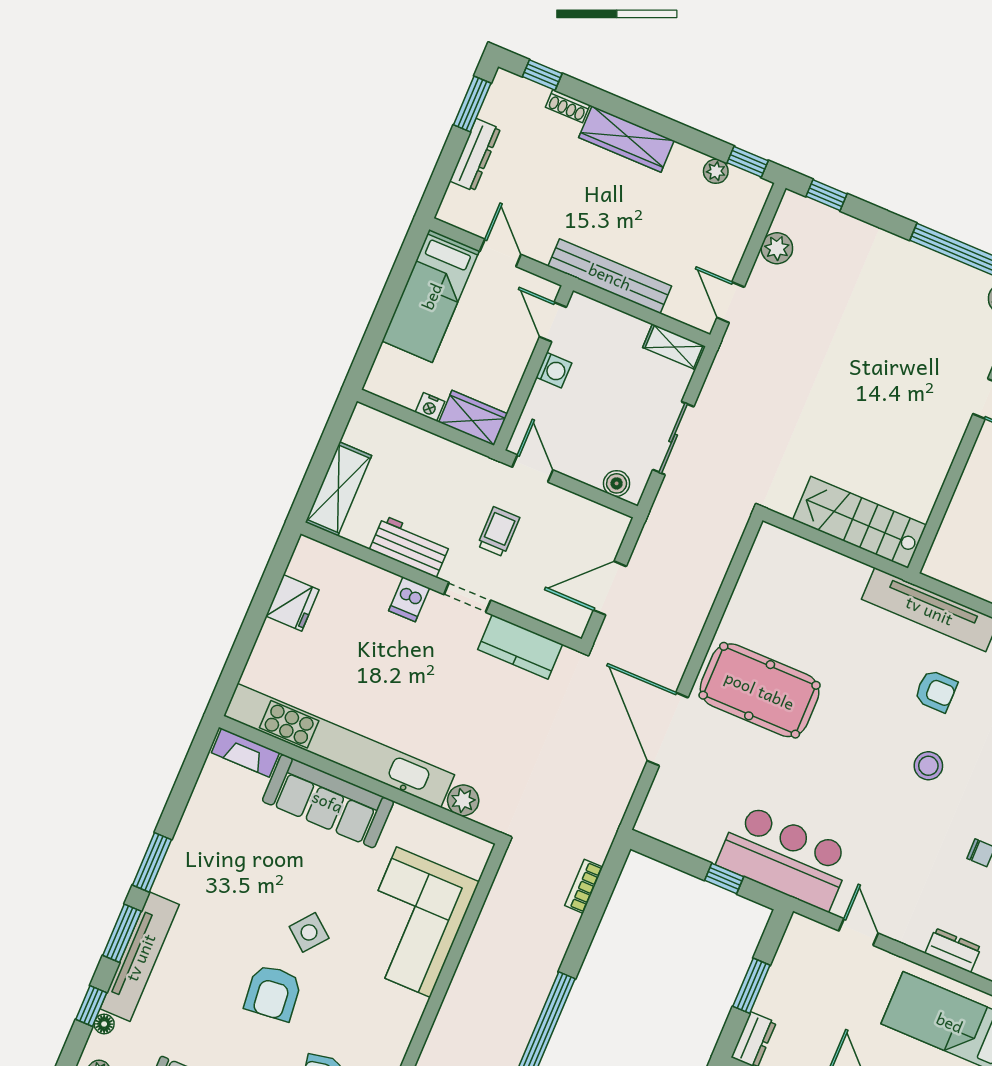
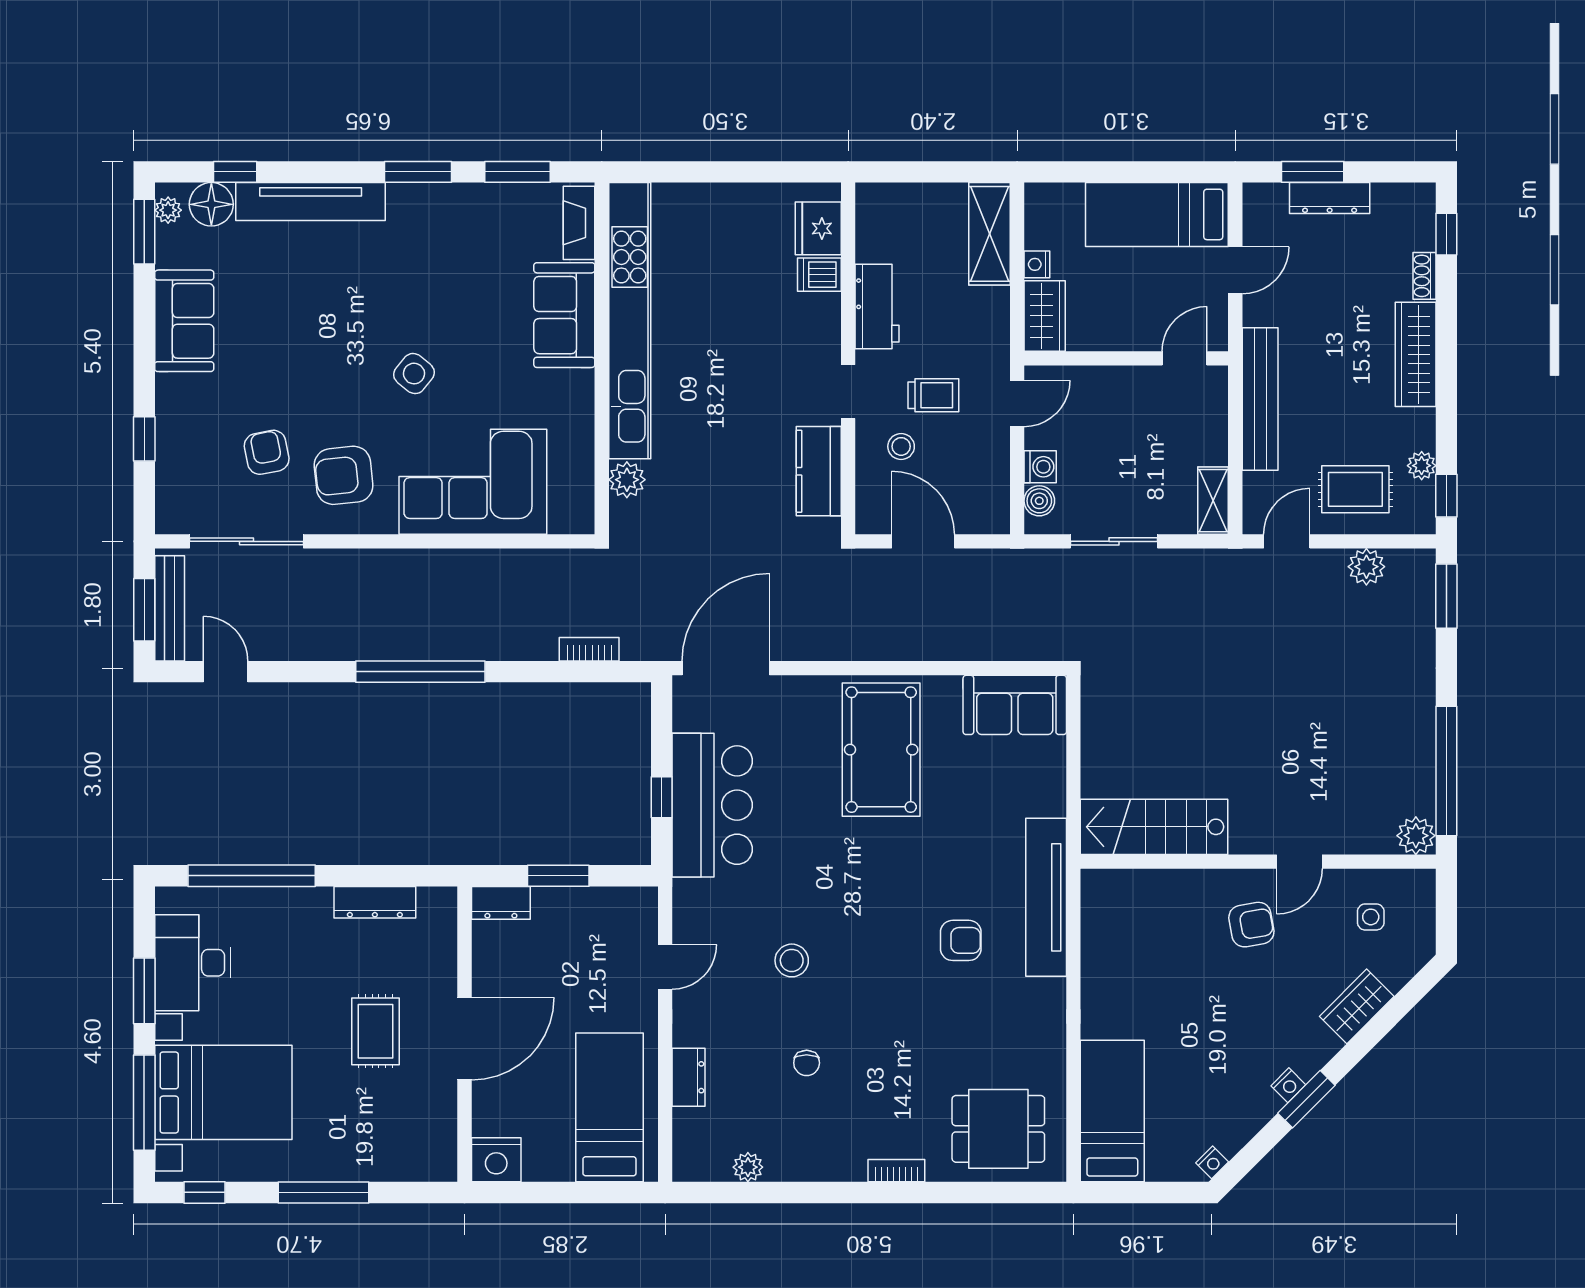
window: (472, 104) -> (1313, 172), moved
window: (827, 195) -> (1446, 596), width x1.50
rug: (712, 231) -> (1355, 489), added
washing machine: (554, 370) -> (1040, 467), moved, turned -90
shelving: (338, 489) -> (989, 234), moved, turned 90
stairs: (860, 522) -> (1154, 827), moved, turned -90
sofa: (769, 570) -> (1015, 705), added
stool: (528, 574) -> (901, 446), added
dishwasher: (409, 599) -> (819, 275), moved
fridge: (292, 603) -> (818, 228), moved, turned 90
armchair: (936, 691) -> (961, 940), turned -90
door: (668, 729) -> (726, 668), moved
stool: (928, 766) -> (792, 960), moved
sofa: (328, 801) -> (564, 315), width x0.73
bar counter: (785, 857) -> (712, 805), moved
window: (122, 933) -> (518, 172), moved
armchair: (273, 993) -> (344, 475), moved
floor lamp: (104, 1024) -> (211, 204), width x1.89, depth x1.89

